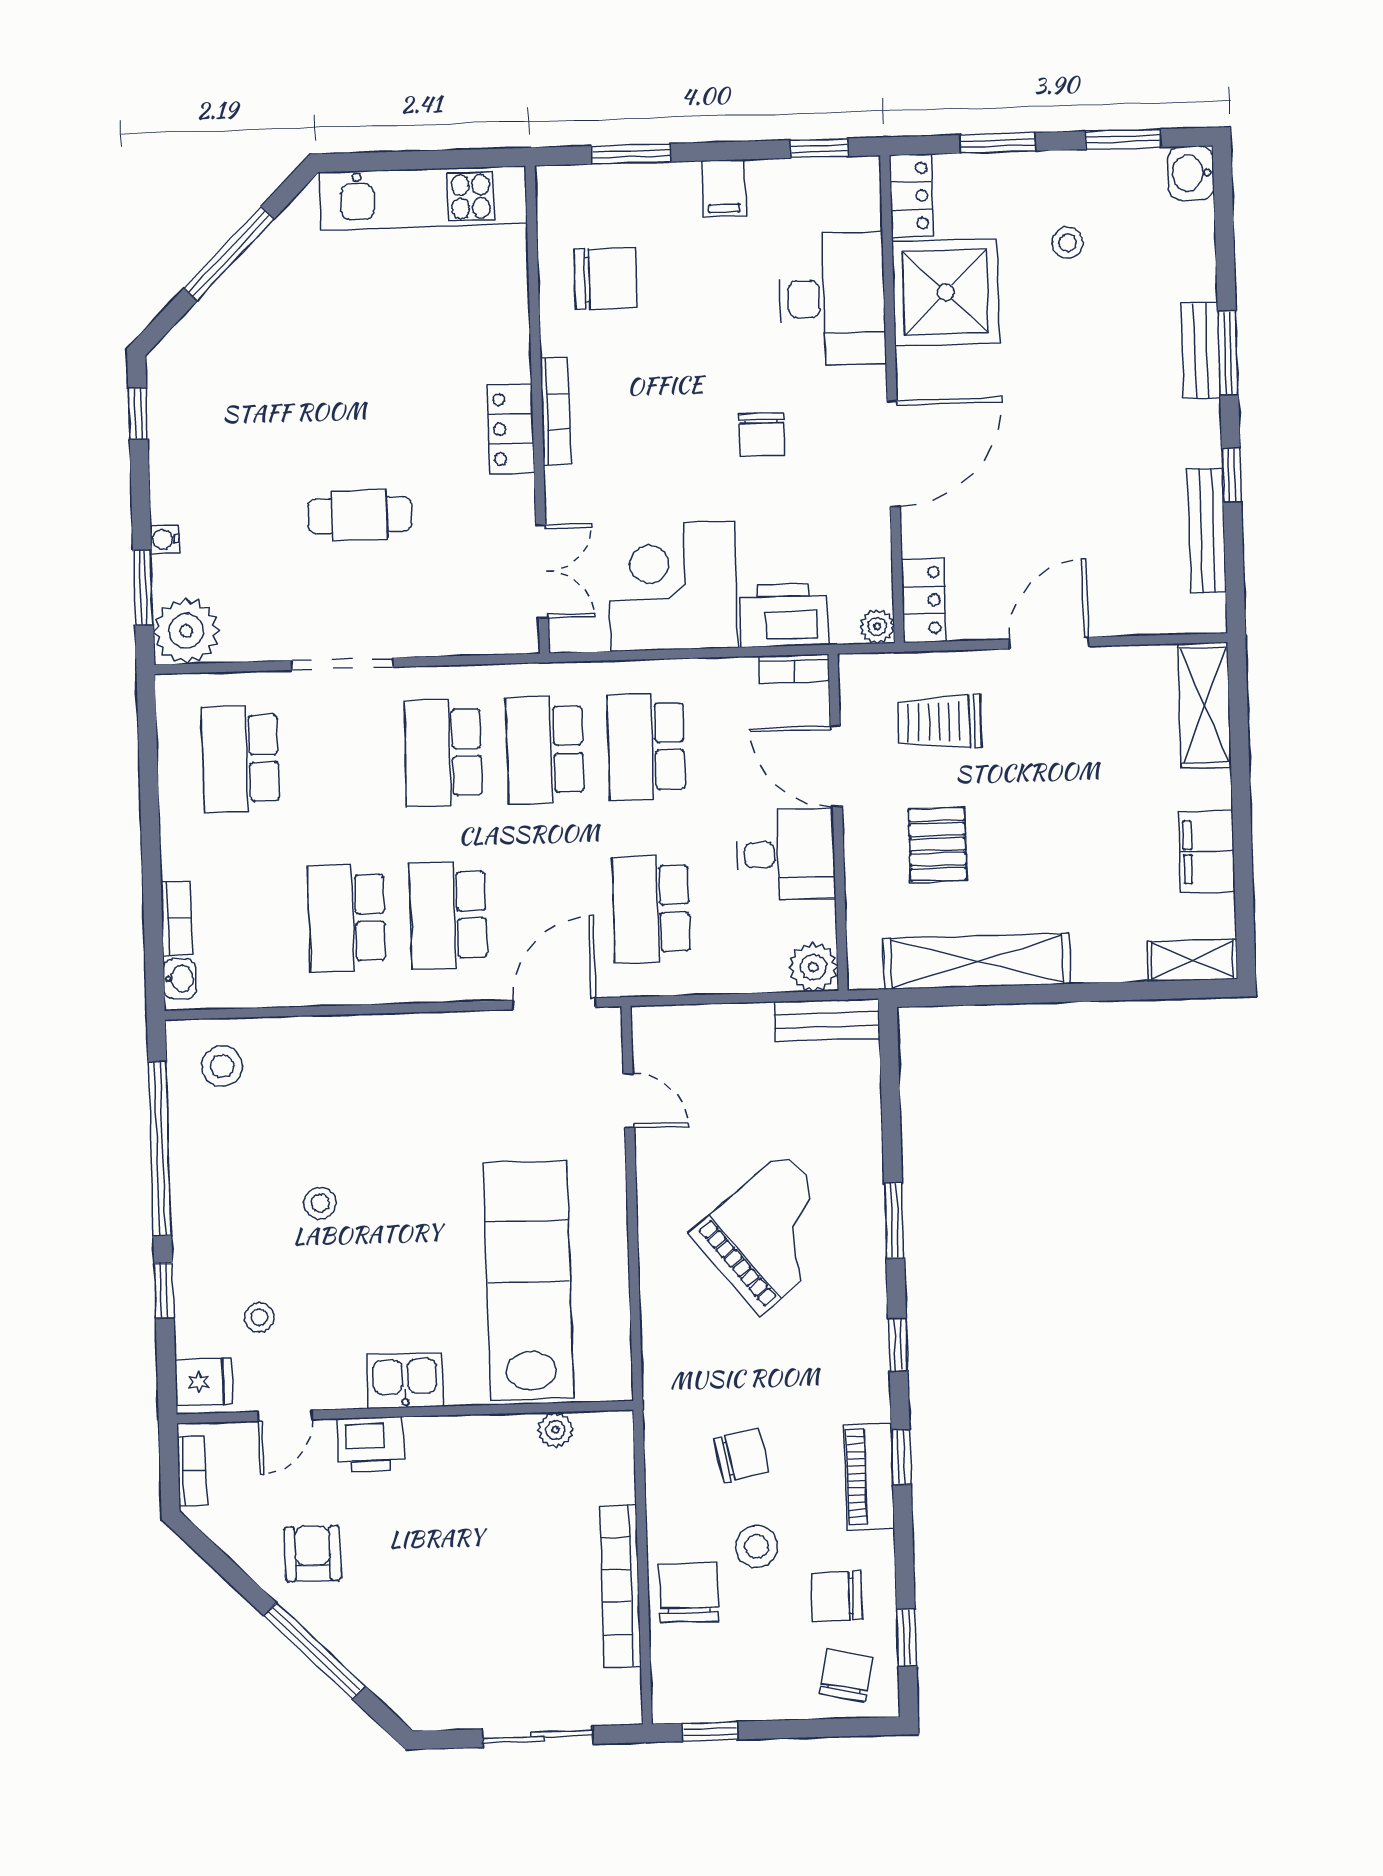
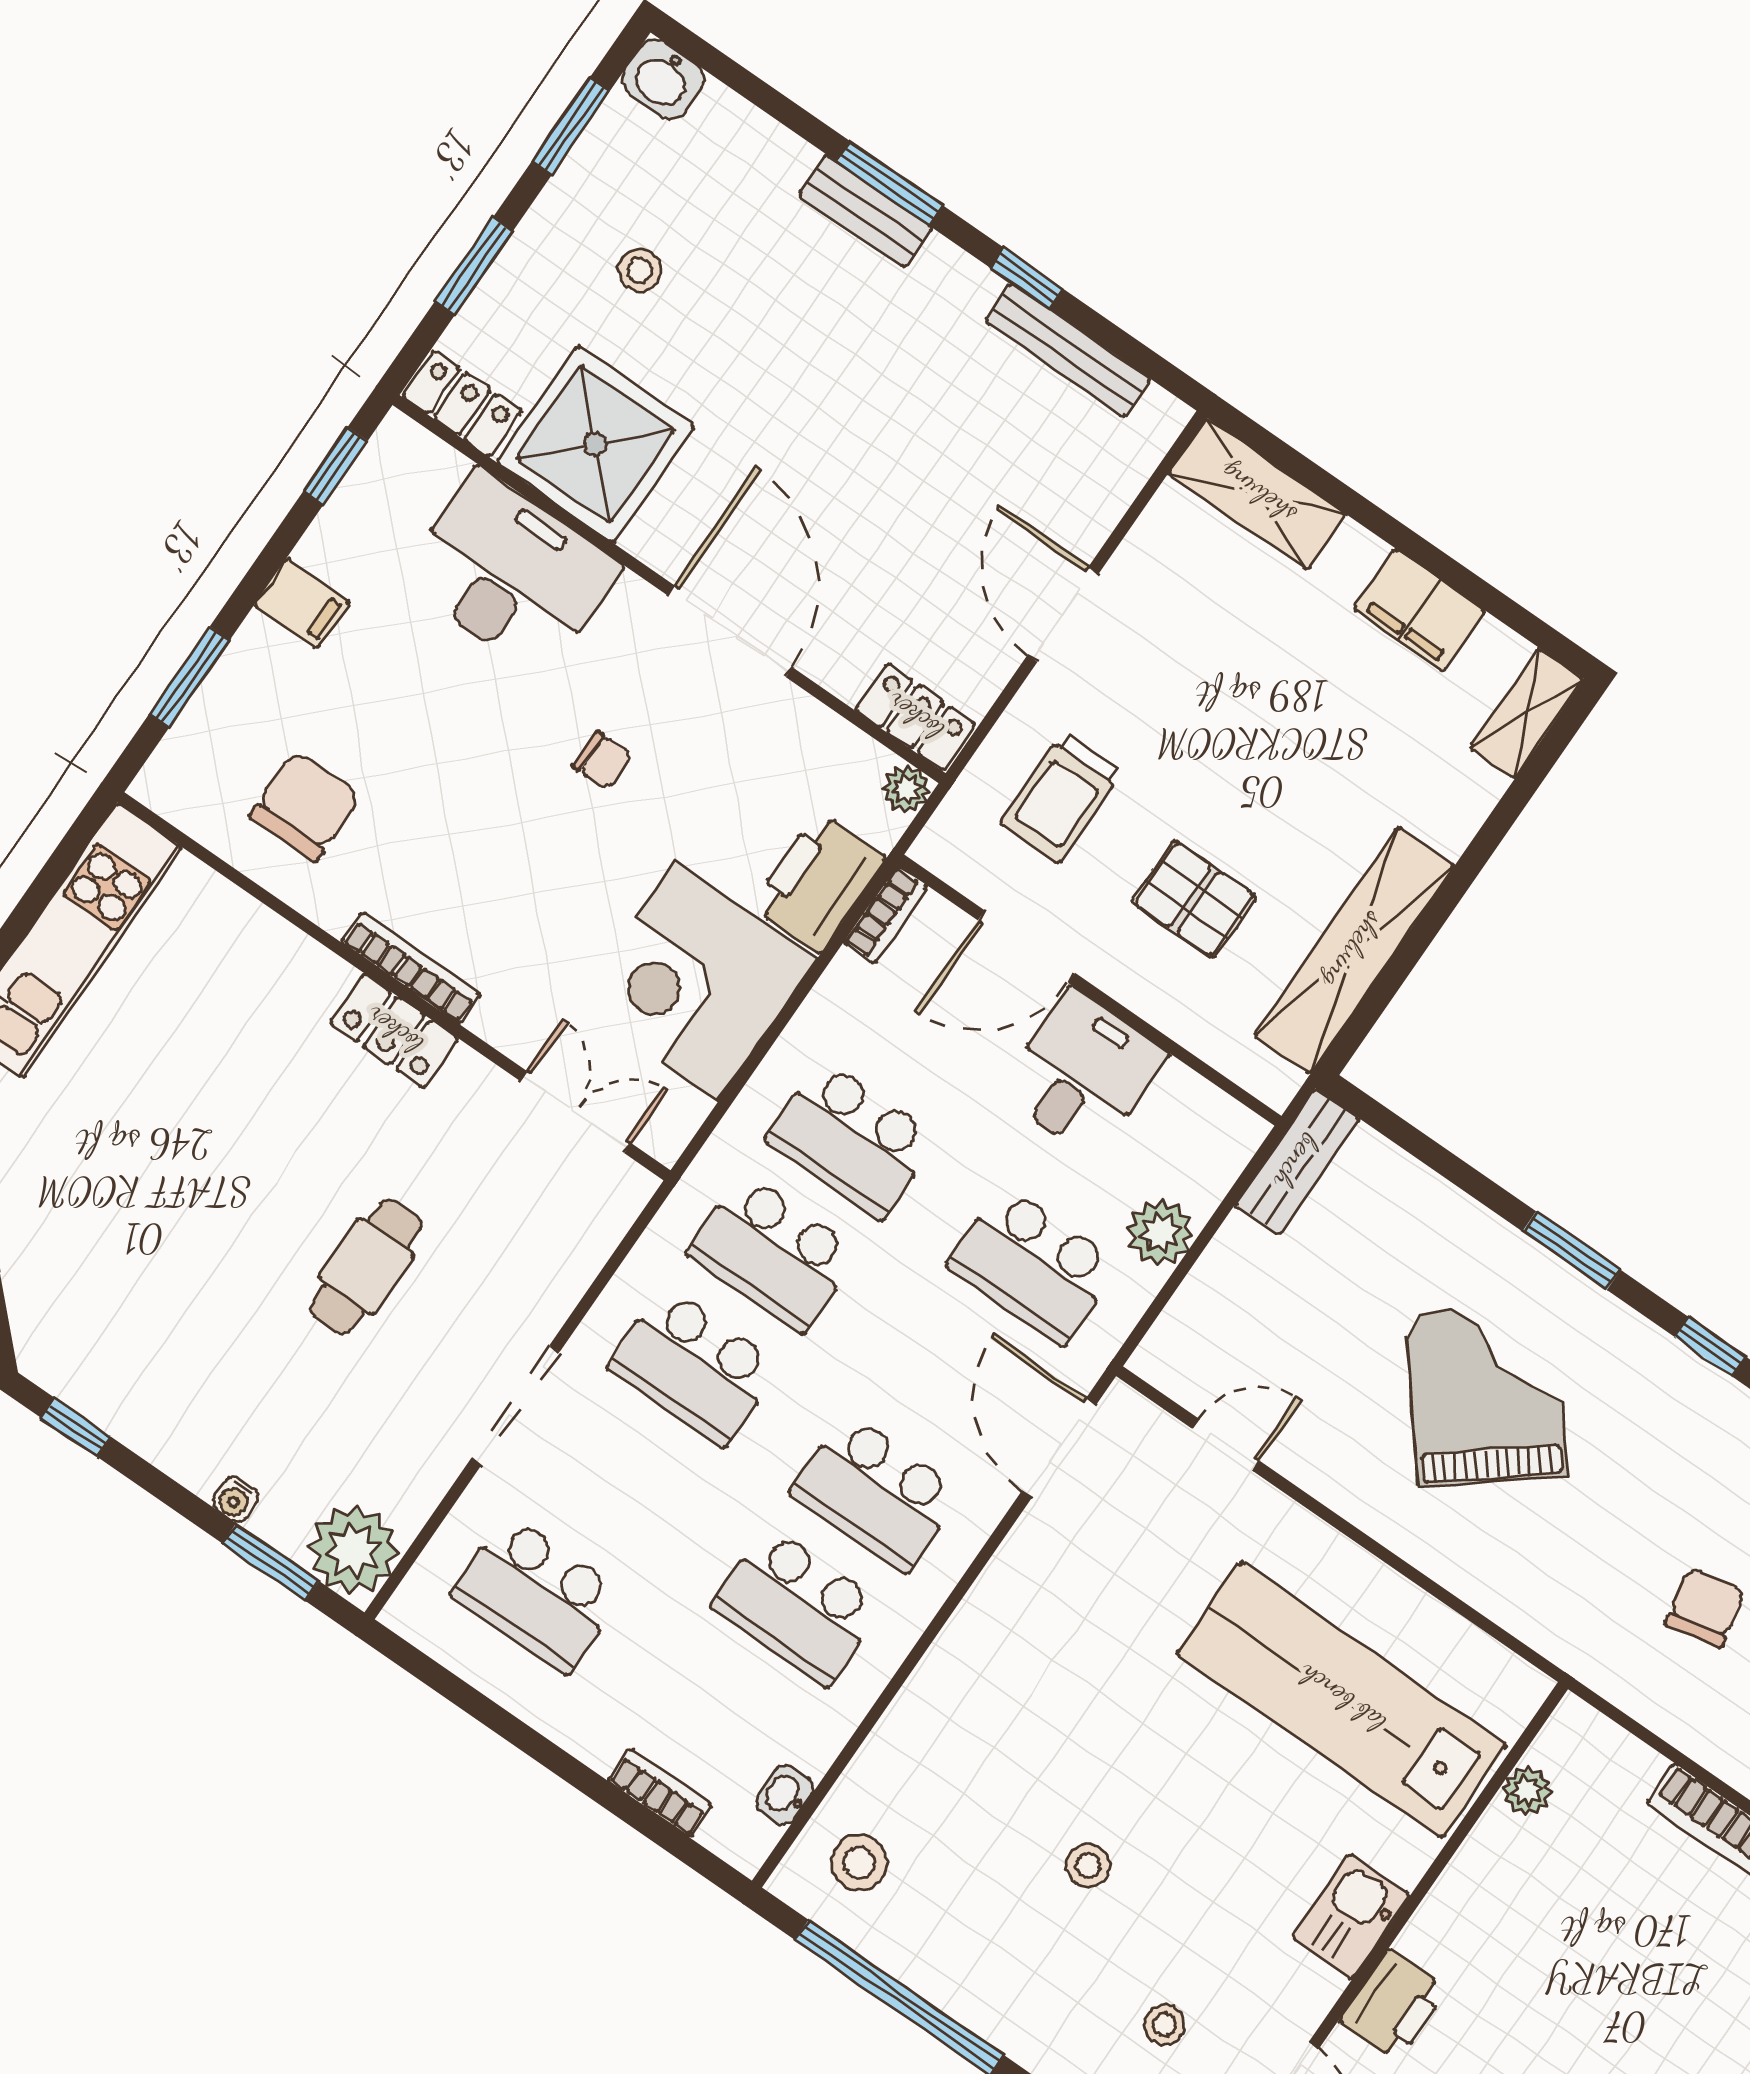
chair: (762, 435) -> (603, 761), width x0.73, depth x0.73
plant: (813, 967) -> (1160, 1232), moved
washbasin: (180, 979) -> (785, 1795), moved, turned -90

